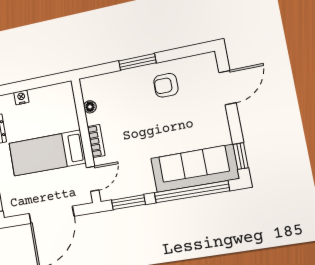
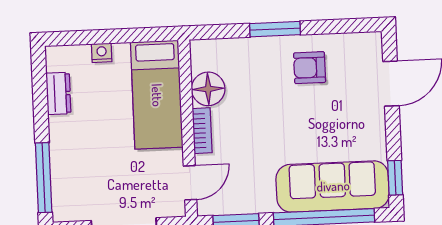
floor lamp: (90, 107) -> (208, 89), width x1.89, depth x1.89
bed: (47, 153) -> (157, 95), moved, turned -90

